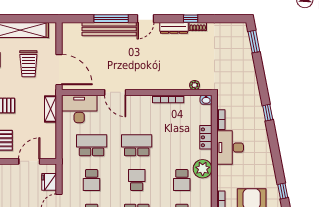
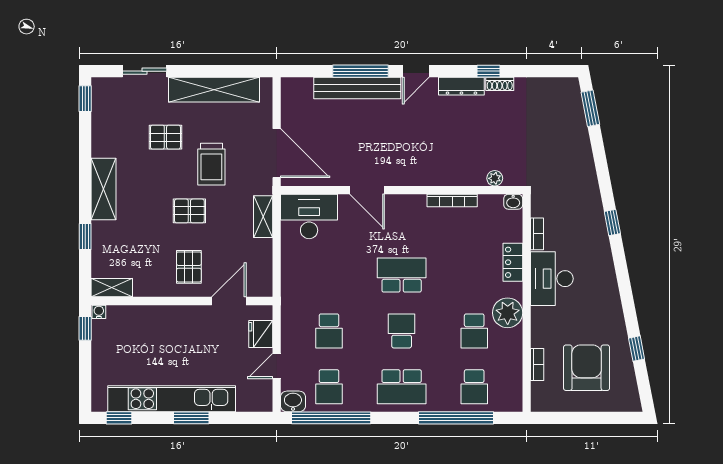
trolley: (28, 64) -> (211, 164), moved
school desk: (92, 145) -> (329, 275), removed

